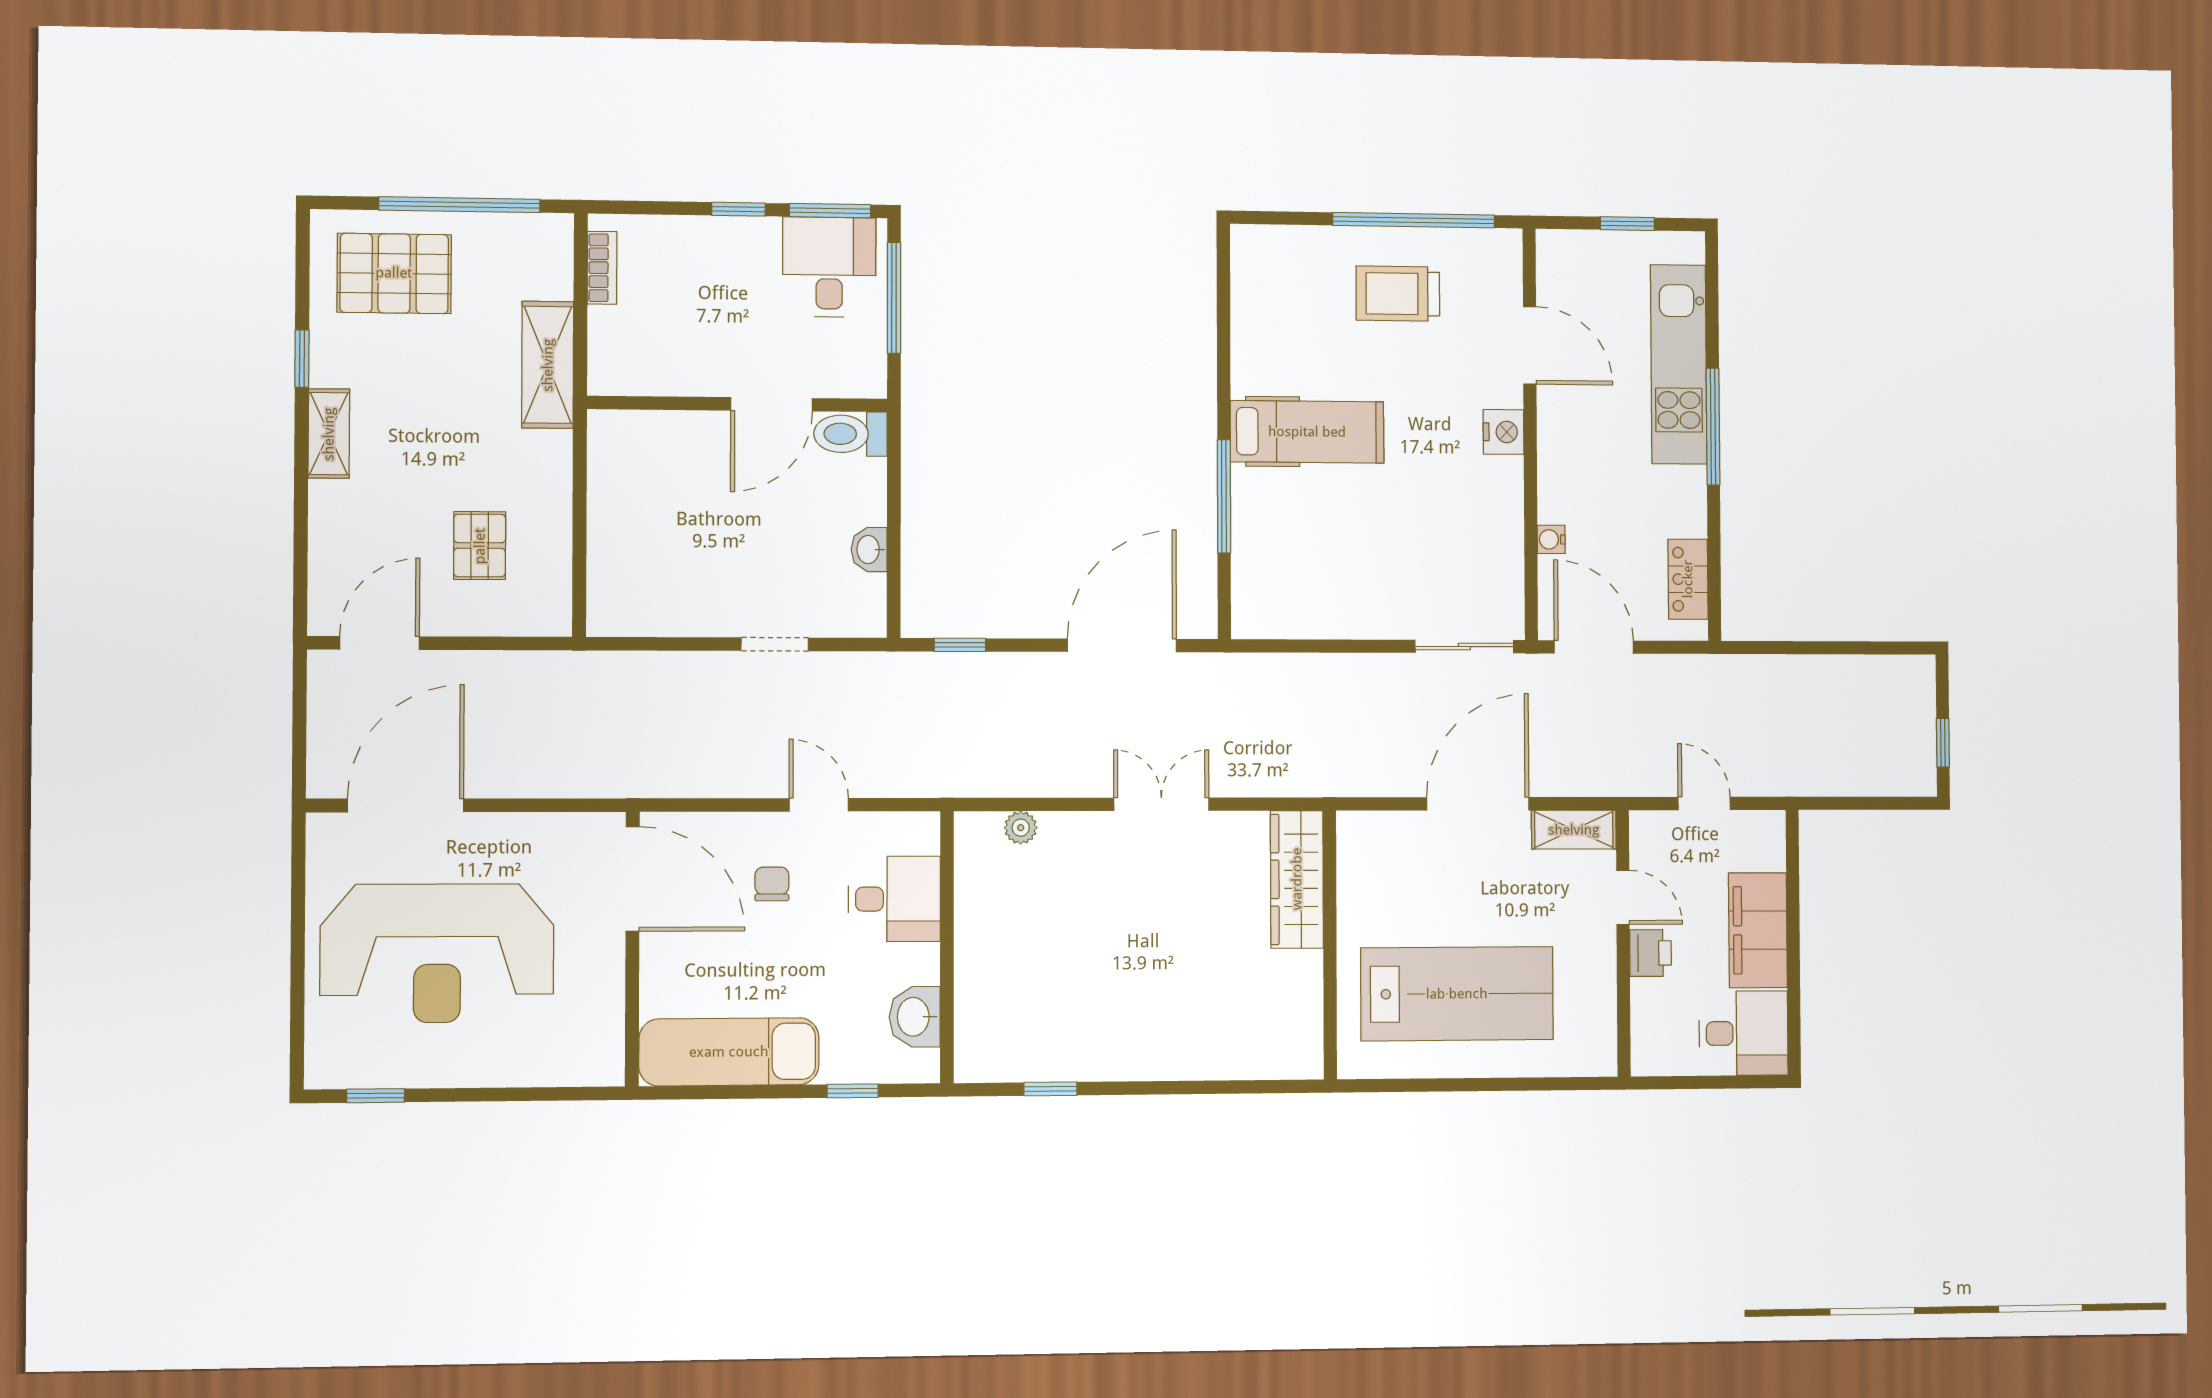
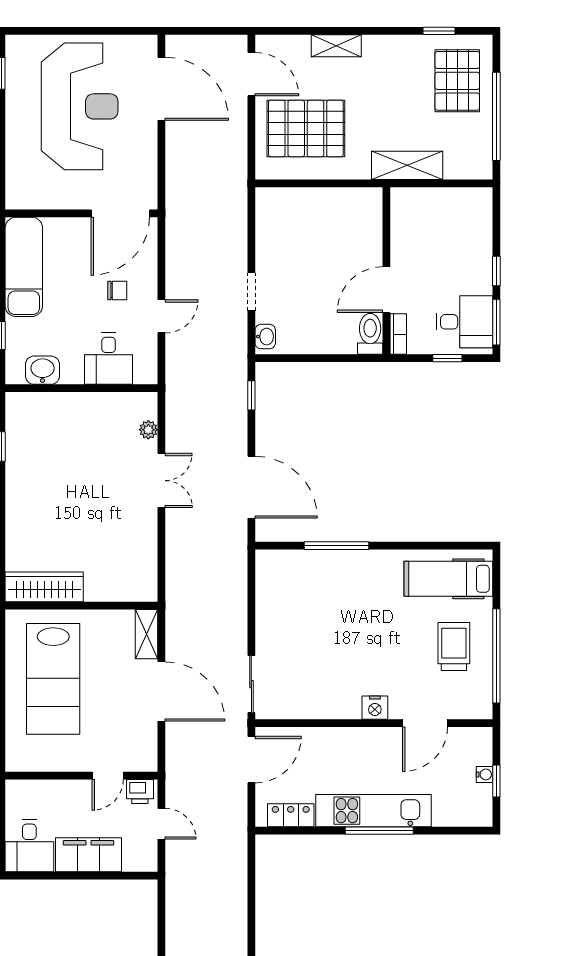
bookcase: (602, 268) -> (398, 334), moved, turned -90
window: (894, 298) -> (447, 358), width x0.46
window: (302, 359) -> (439, 31), moved
kitchen unit: (1679, 364) -> (373, 811), moved
door: (772, 404) -> (386, 290), hinge flipped
hospital bed: (1307, 432) -> (448, 579), moved, turned 90
shelving: (329, 434) -> (336, 46), moved
water cooler: (1551, 539) -> (484, 774), moved, turned 90
pallet: (480, 546) -> (306, 128), width x2.05, depth x2.00
washbasin: (869, 549) -> (265, 337), moved, turned 90
door: (1704, 803) -> (161, 824), hinge flipped
double door: (1161, 804) -> (161, 481), moved
shelving: (1574, 830) -> (147, 634), moved
wardrobe: (1297, 879) -> (44, 587), moved
reception desk: (437, 953) -> (80, 106), turned 180
printer: (1650, 953) -> (140, 792), moved

